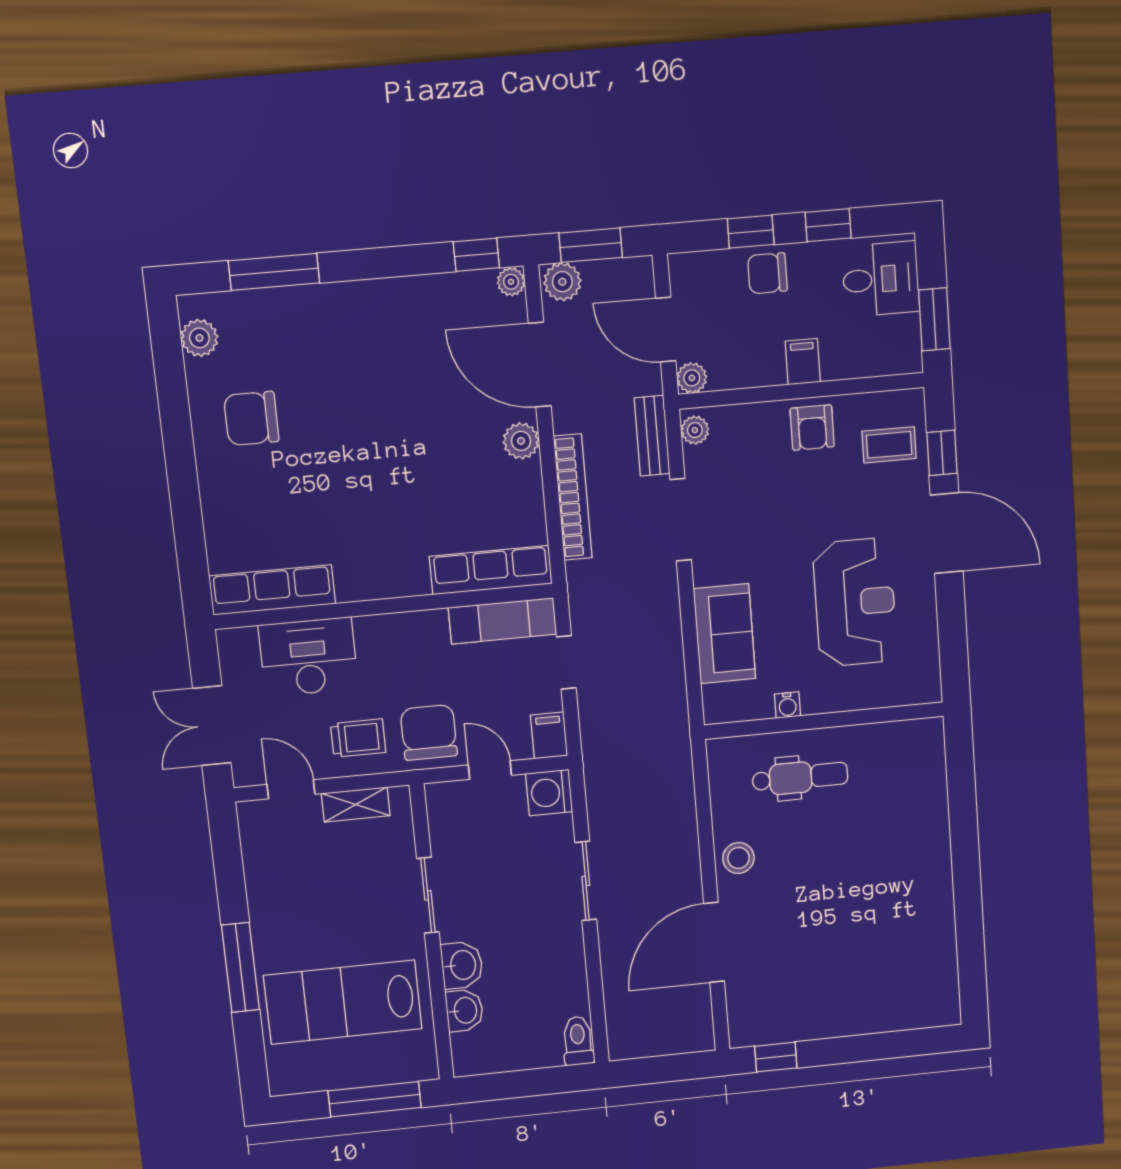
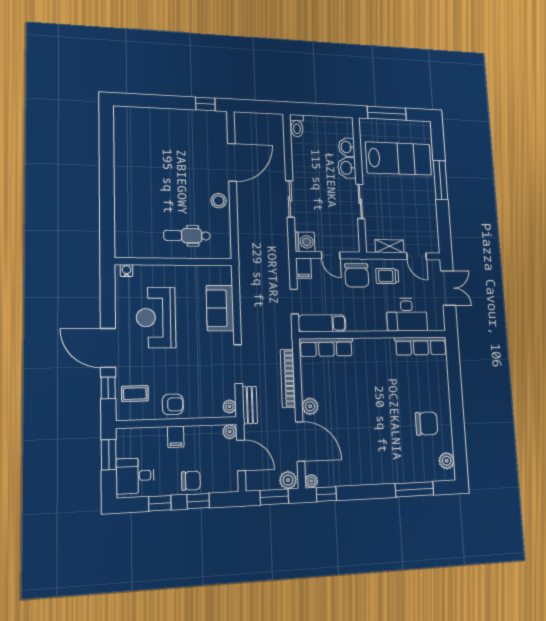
armchair: (812, 428) -> (173, 404), turned 90
water cooler: (788, 705) -> (127, 271), moved

